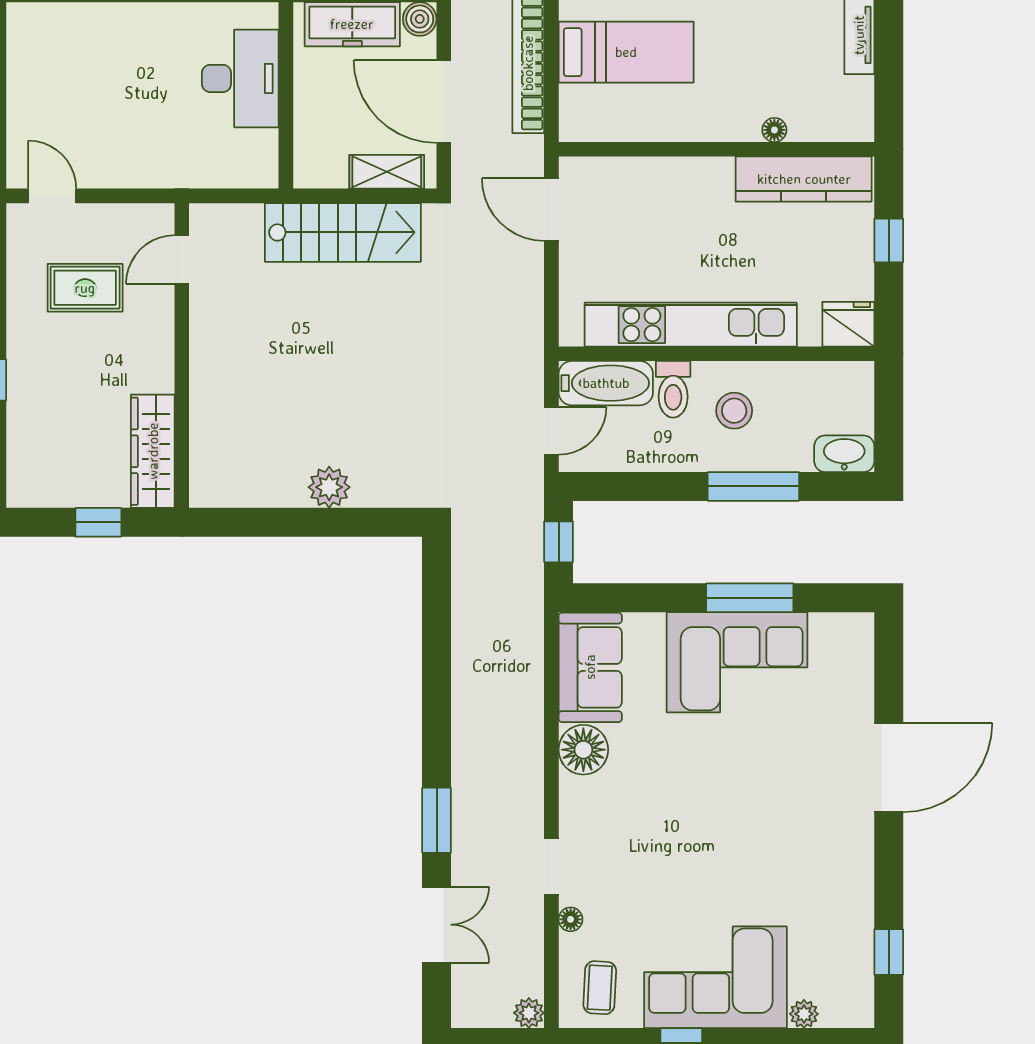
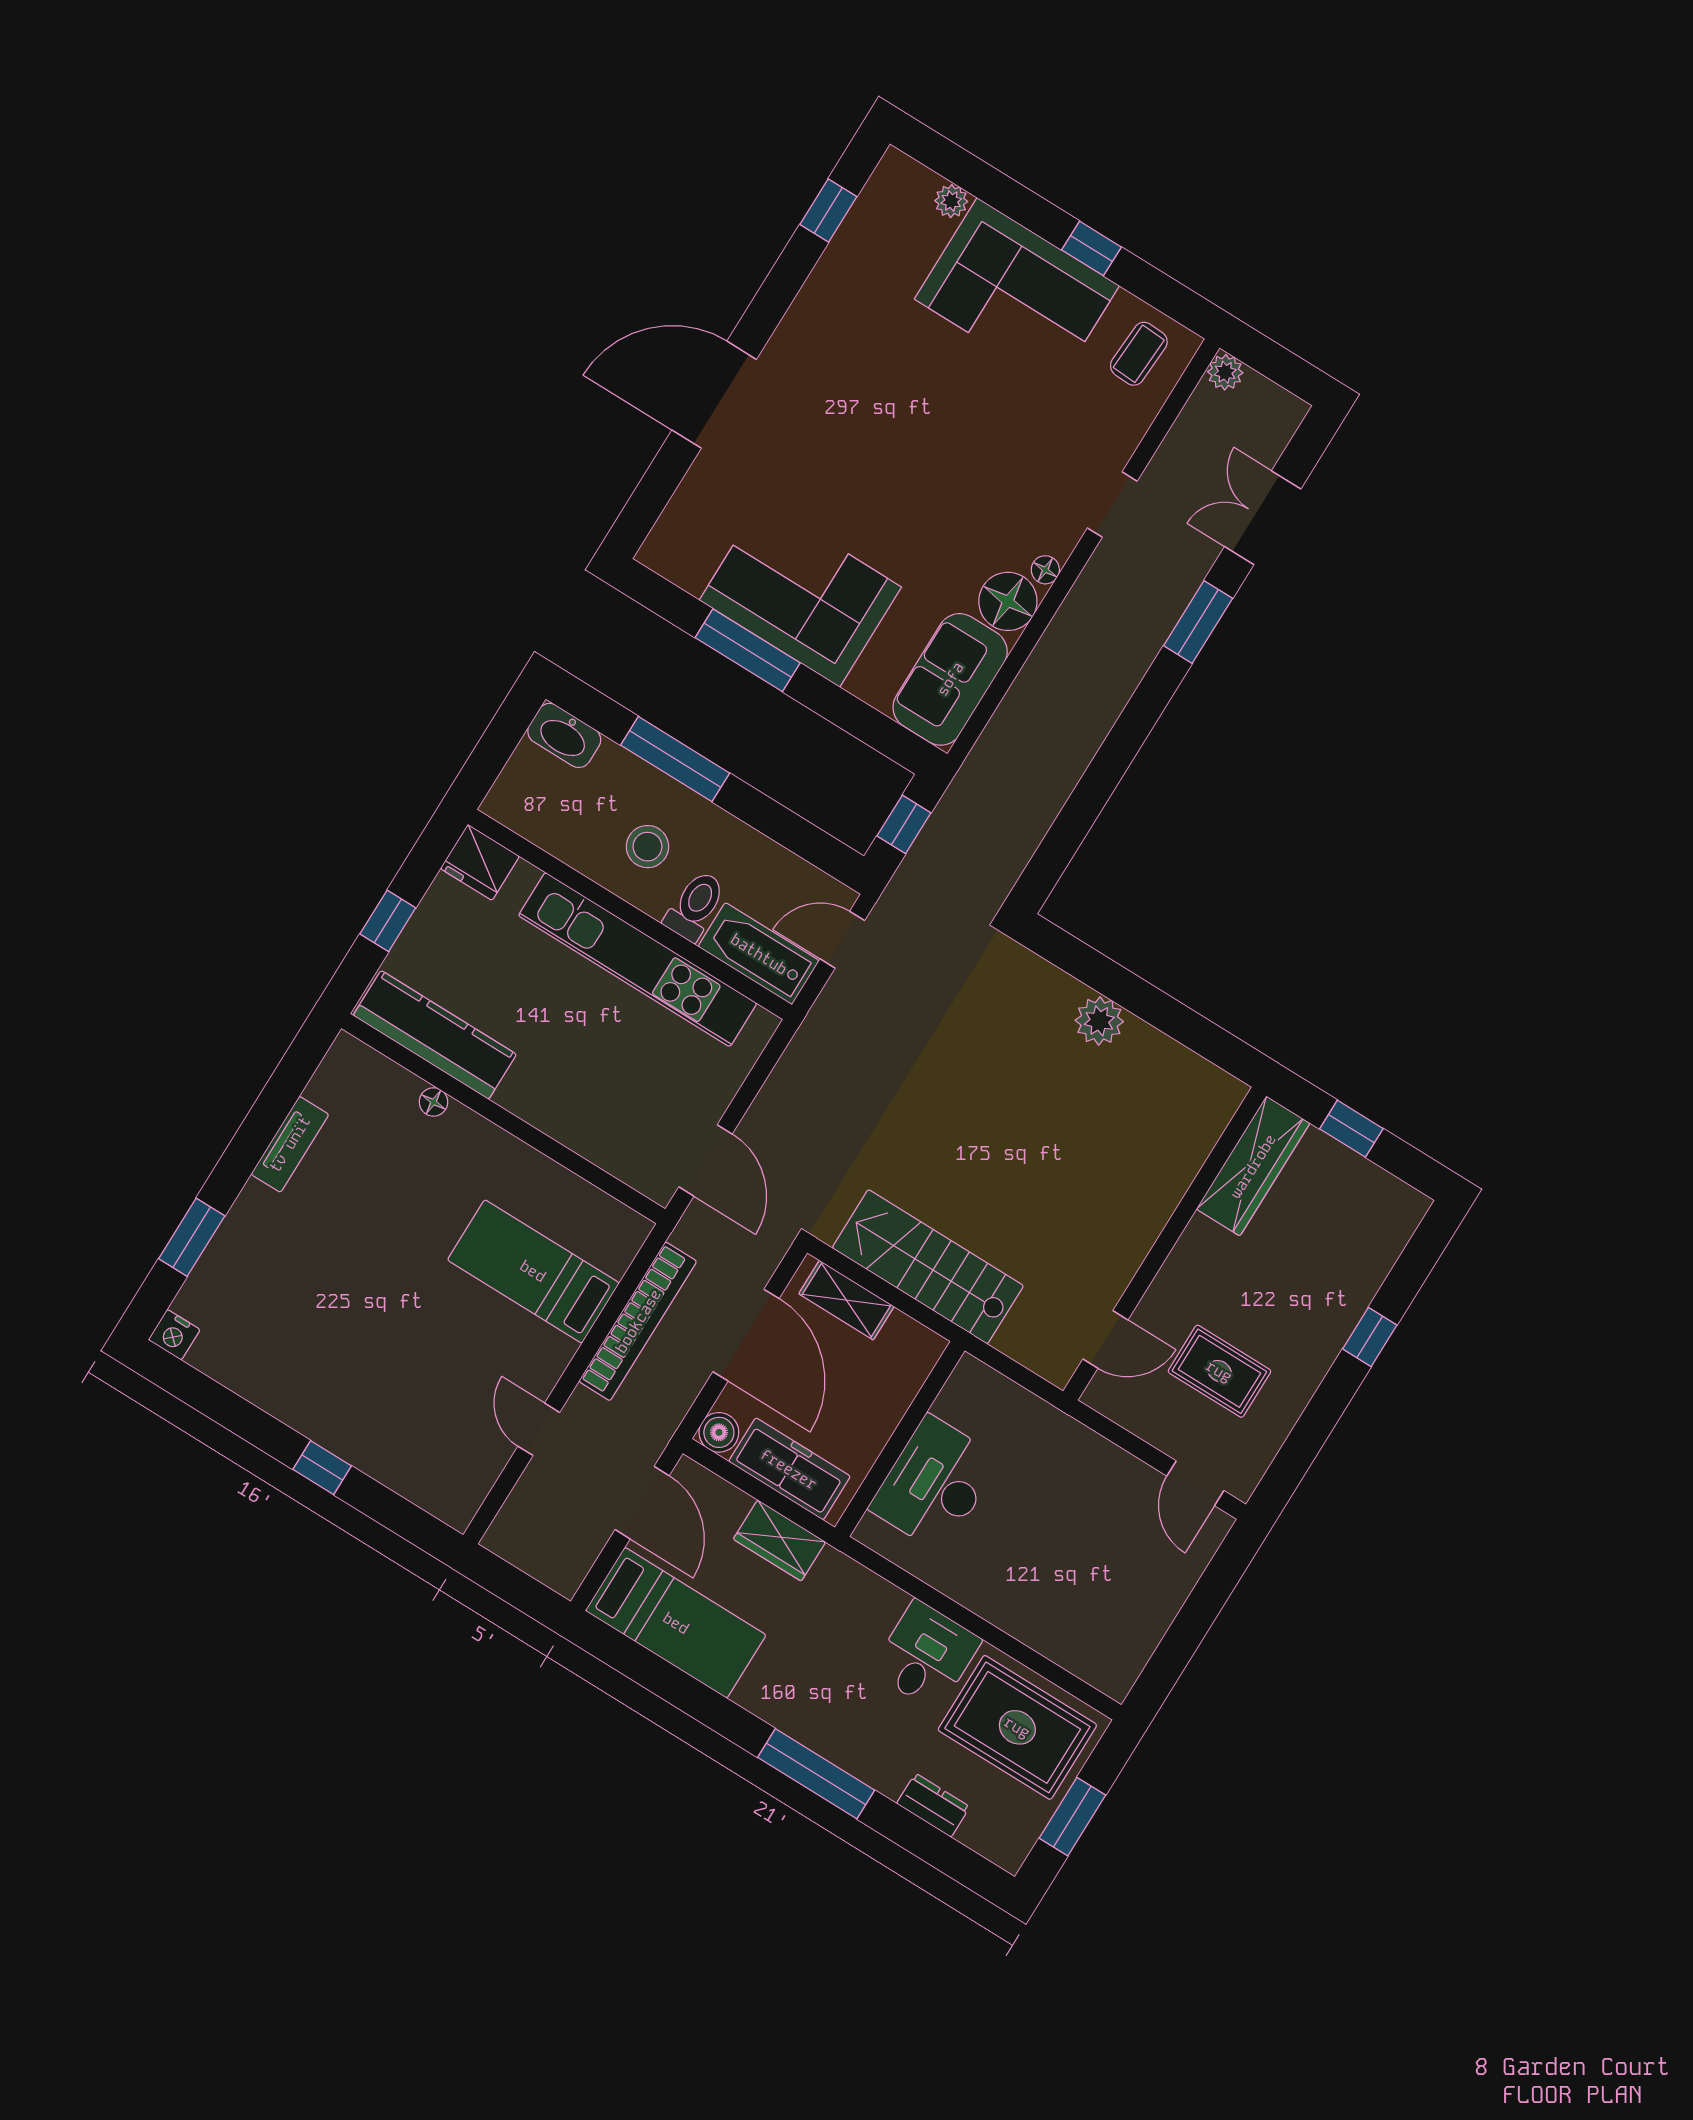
floor lamp: (571, 919) -> (1045, 570), moved

